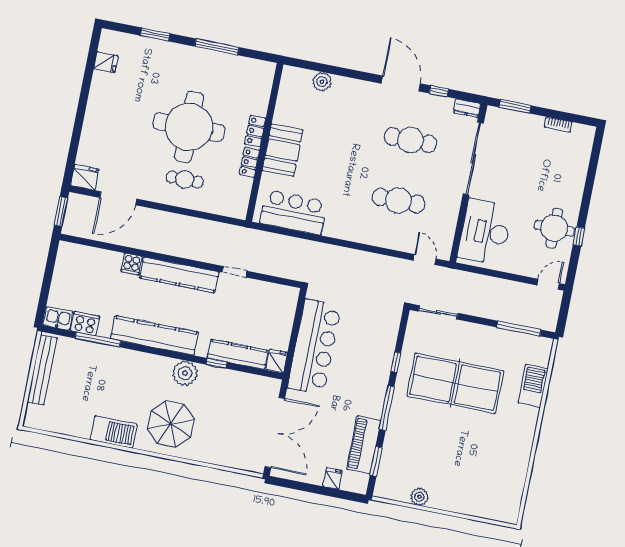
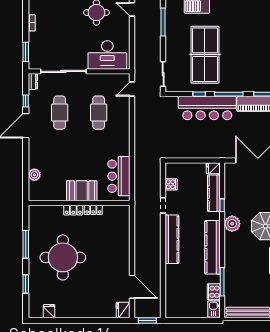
round table: (189, 127) -> (63, 257), moved
cafe table: (185, 179) -> (112, 248), removed
cooker: (132, 264) -> (171, 184), moved
bar counter: (314, 347) -> (207, 108), moved, turned 180

